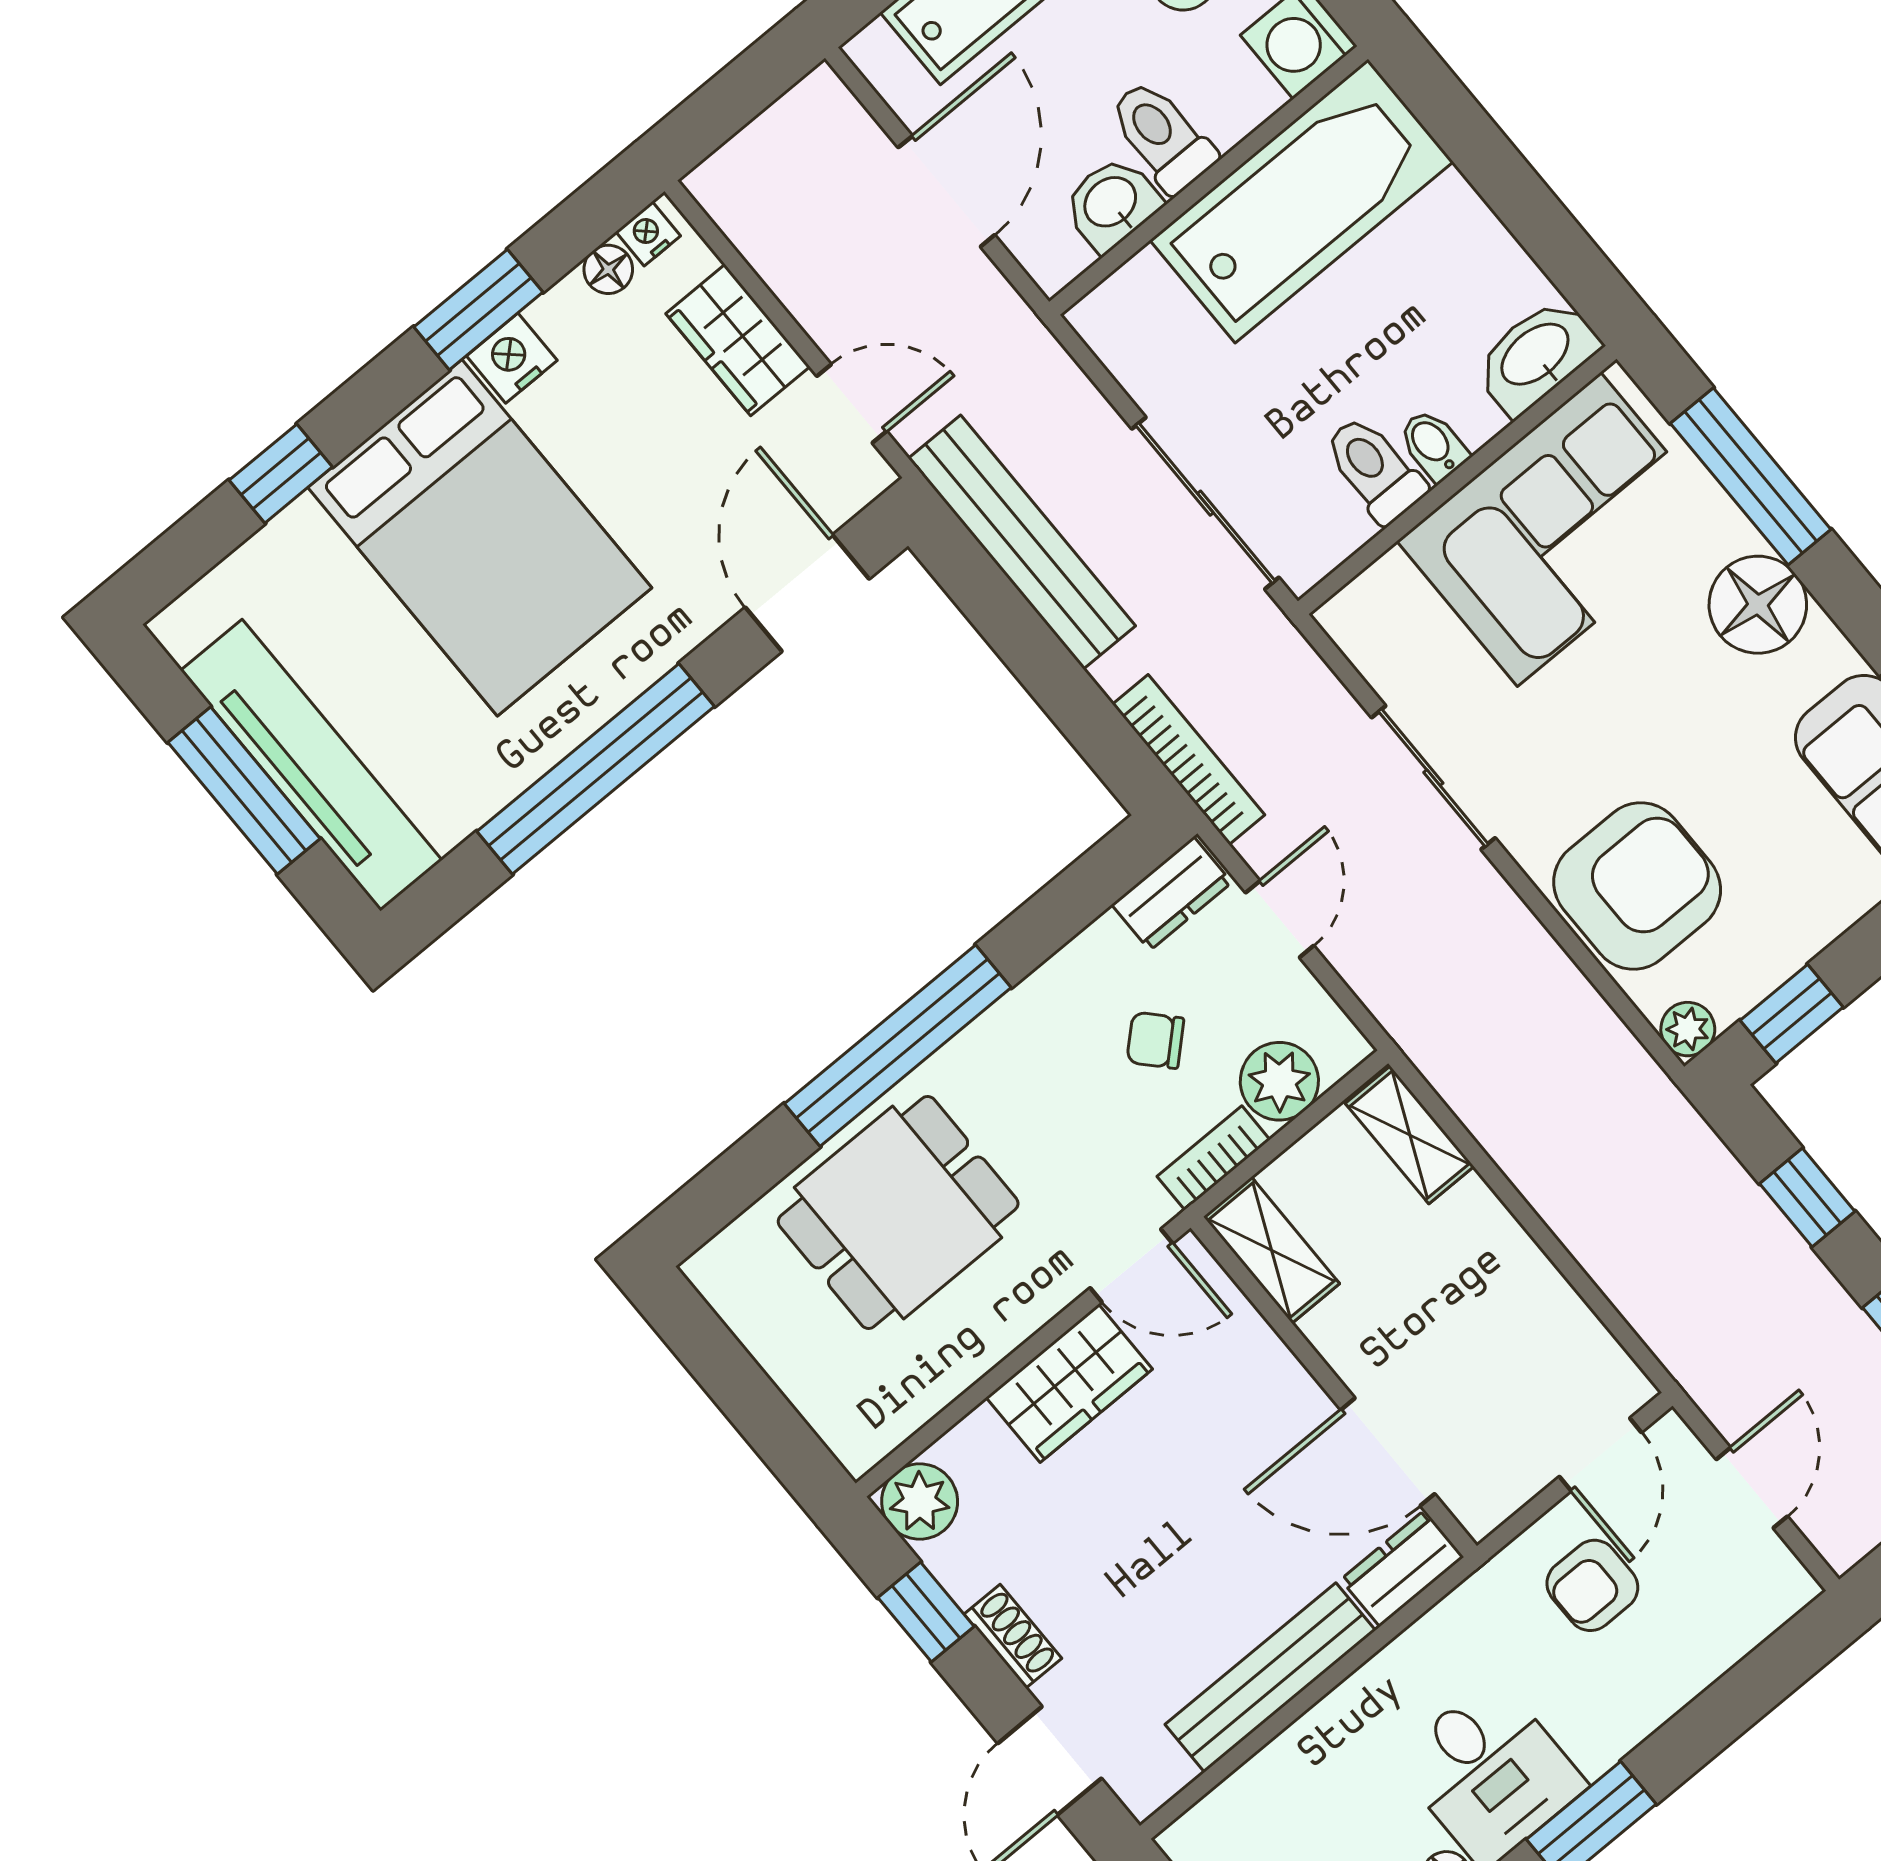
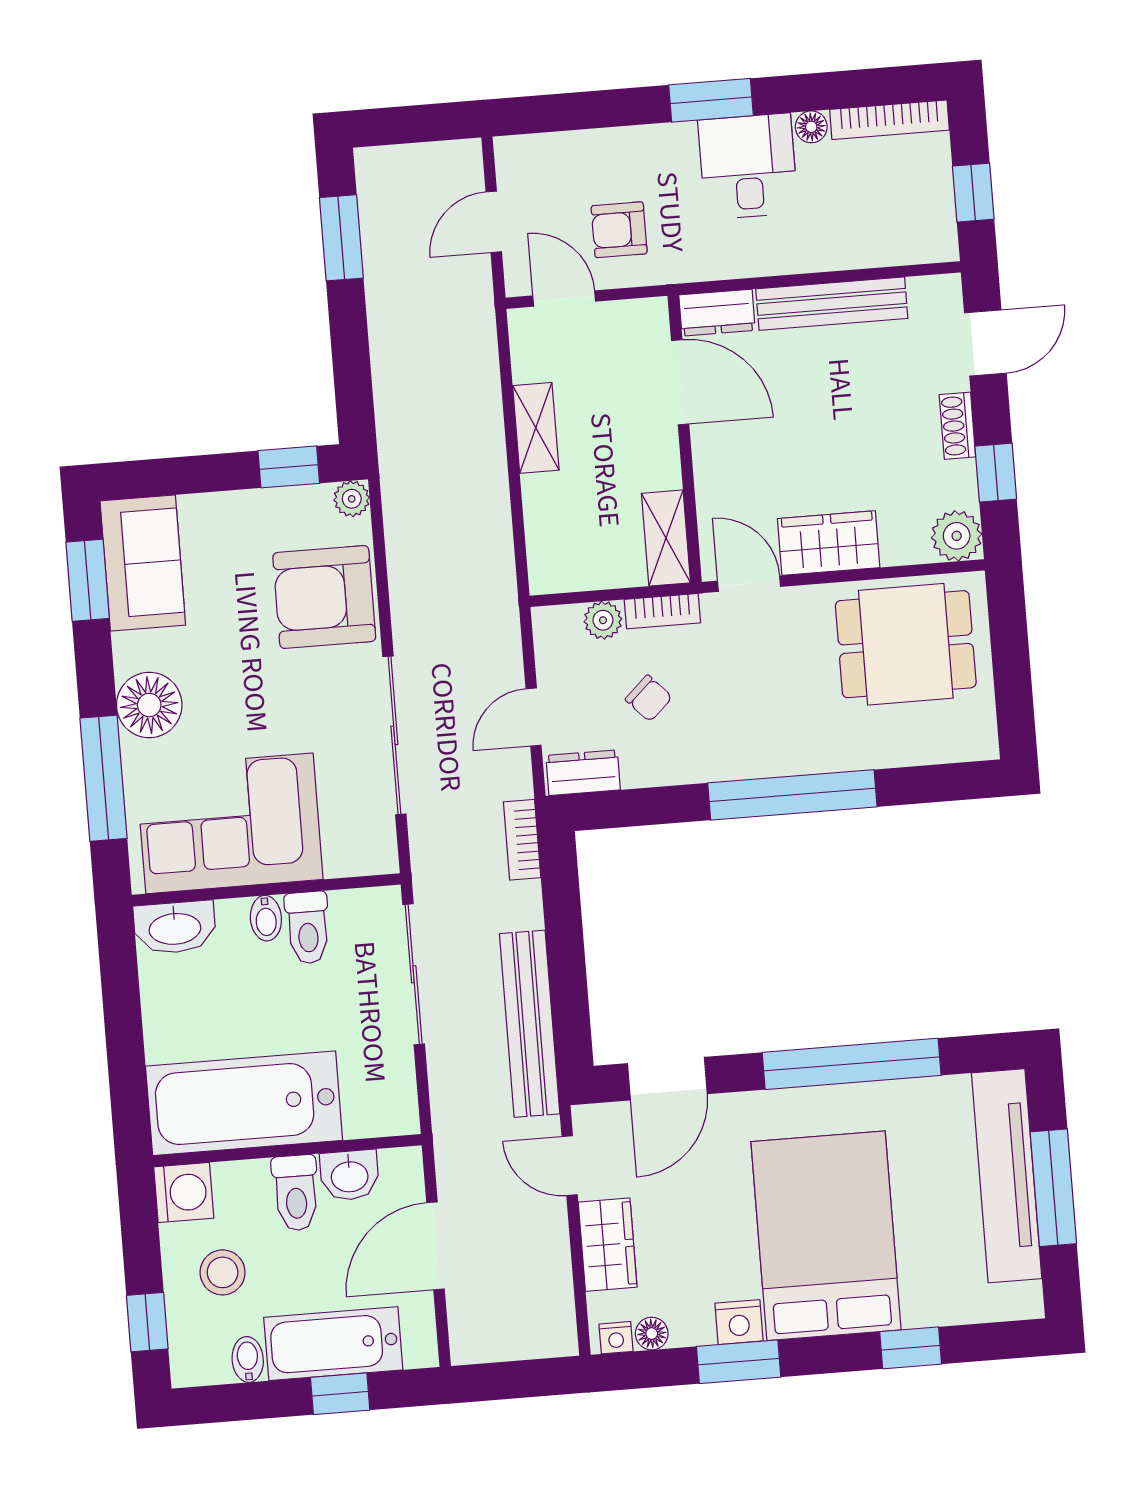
bookcase: (1189, 760) -> (522, 840), width x0.64
sliding door: (1433, 778) -> (394, 735), width x1.37
plant: (1279, 1081) -> (603, 620), width x0.73, depth x0.73
shelving: (1410, 1135) -> (536, 428), moved
window: (1807, 1197) -> (351, 360), removed
dining table: (898, 1212) -> (906, 644), moved
door: (1600, 1455) -> (564, 299), hinge flipped
armchair: (1592, 1585) -> (619, 230), turned 180

